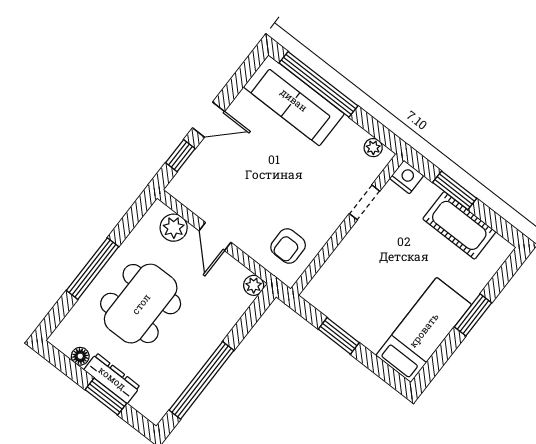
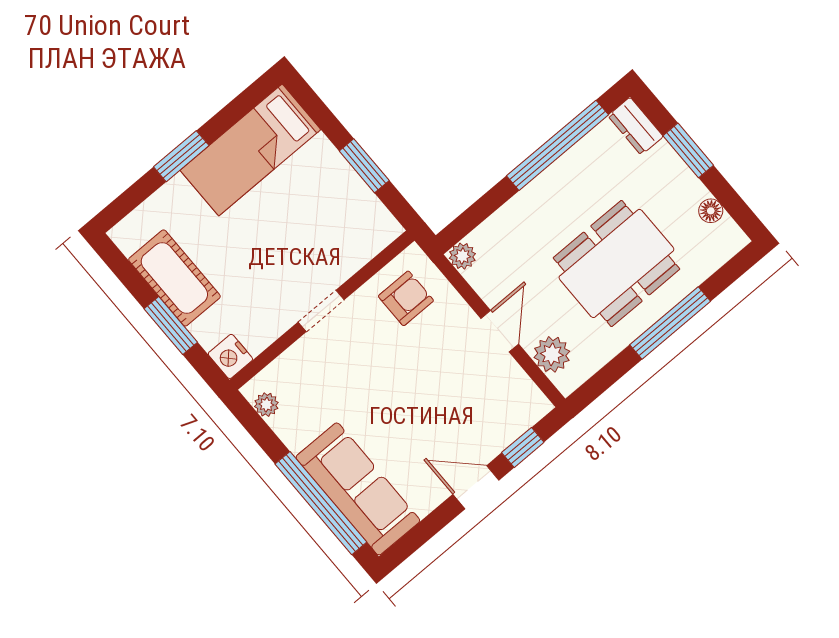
doorway: (365, 202) -> (321, 311), moved
dresser: (112, 378) -> (636, 126), moved, width x0.70

